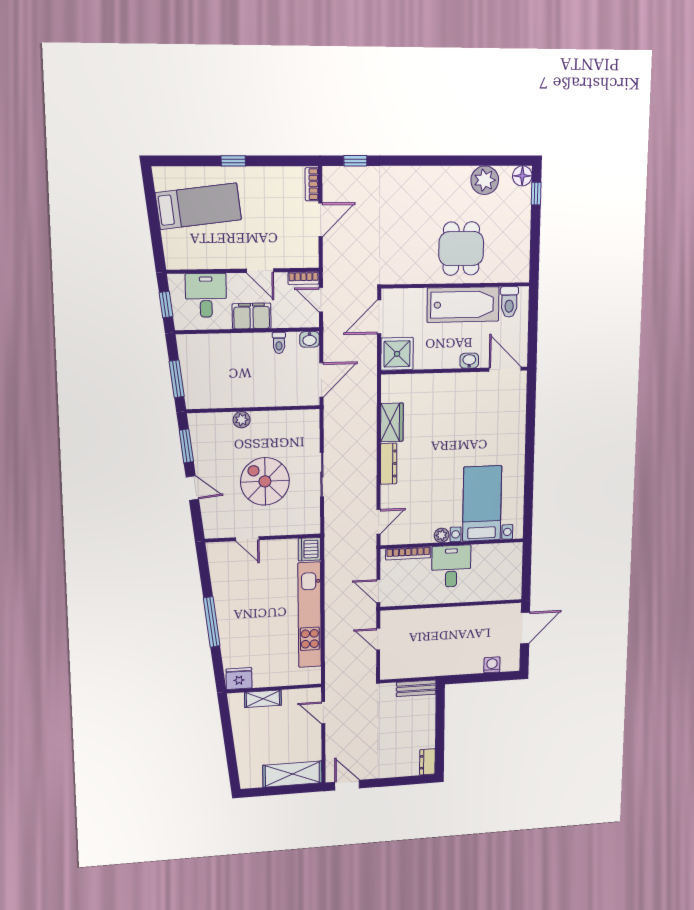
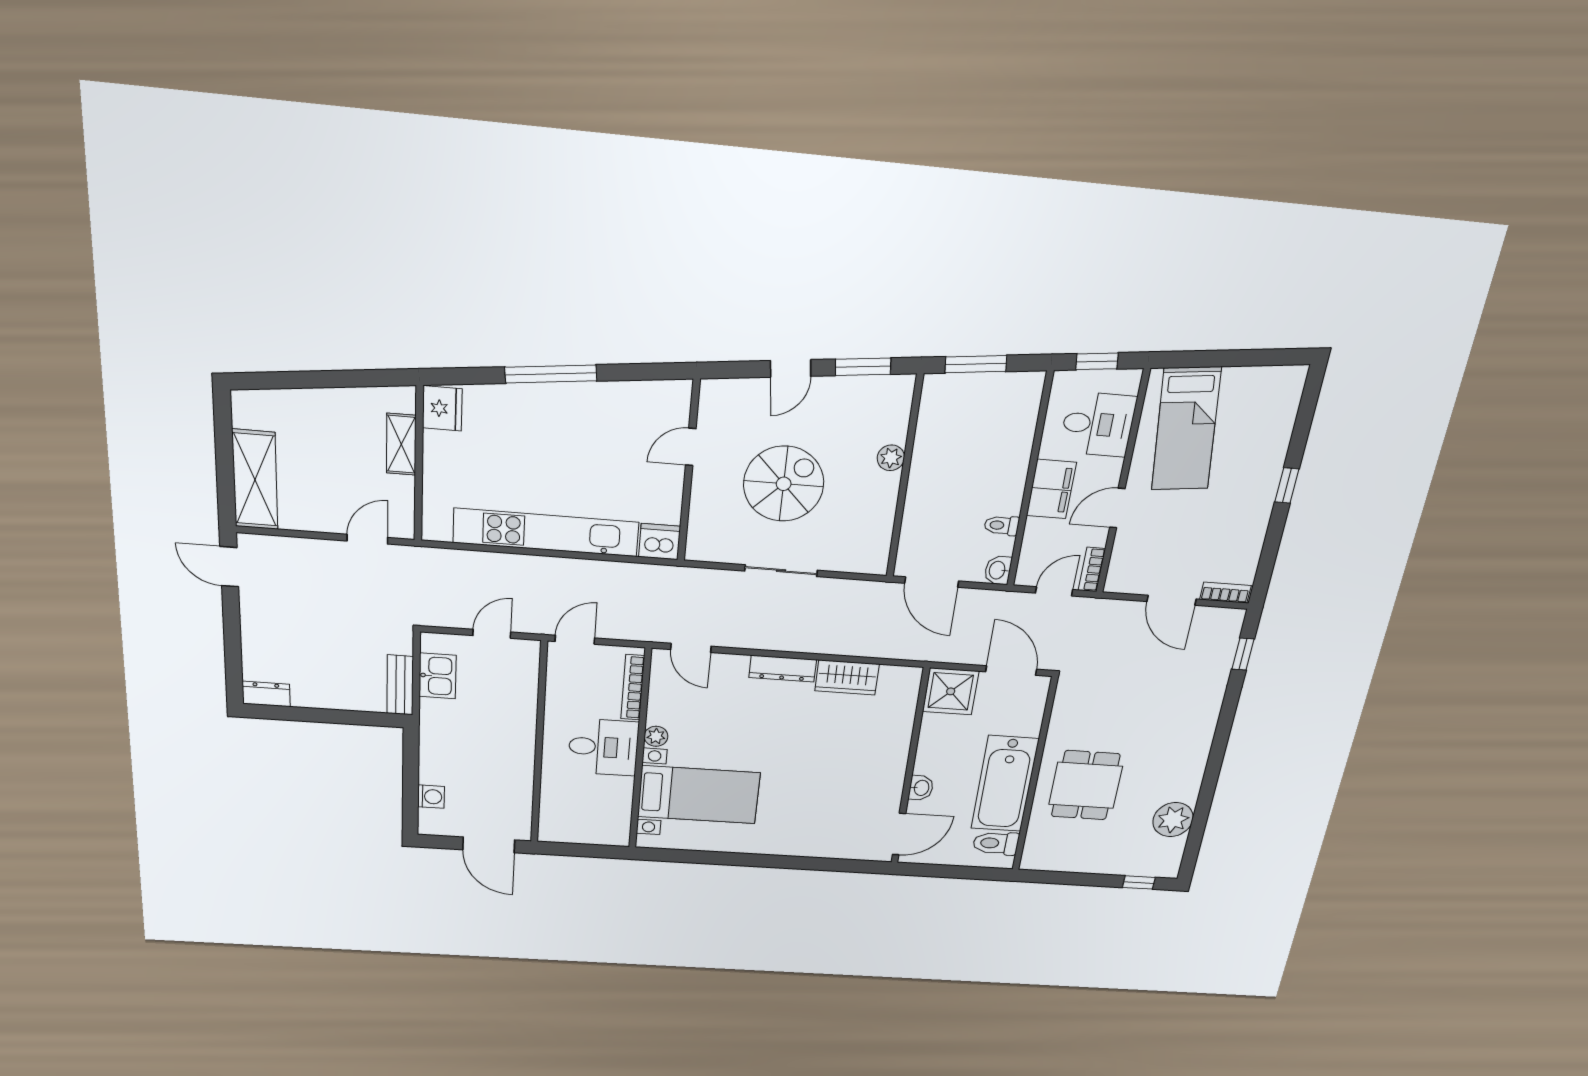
floor lamp: (522, 176) -> (1167, 866), removed
bed: (198, 206) -> (1186, 429), moved
dining table: (461, 249) -> (1086, 785), turned 90
kitchen sink: (409, 668) -> (438, 676), added
door: (347, 785) -> (229, 567), swing flipped

